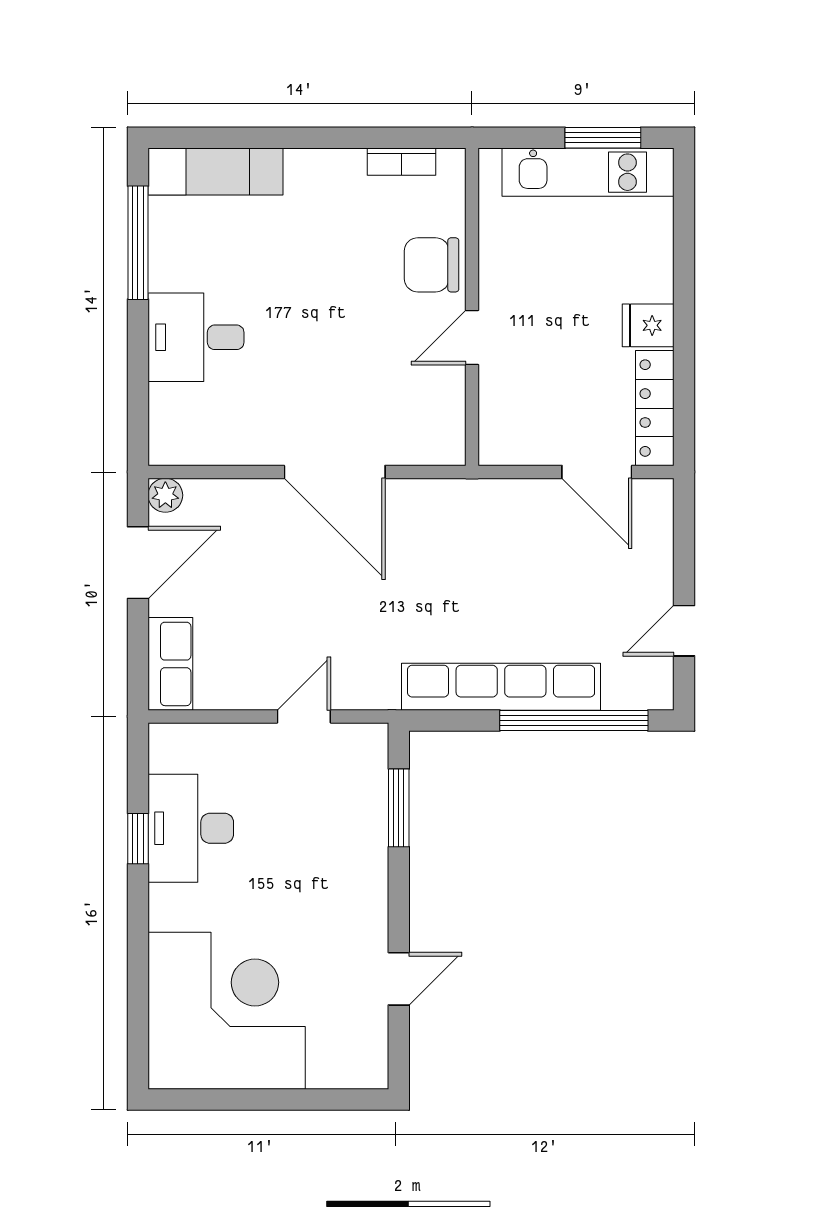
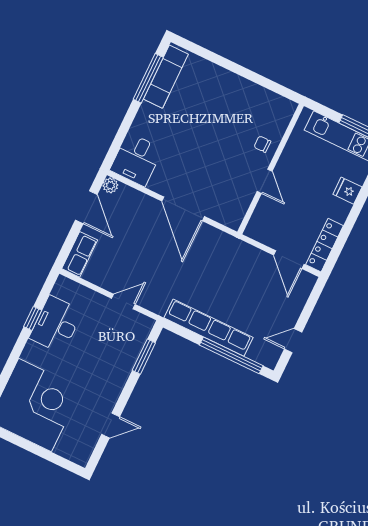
bookcase: (402, 162) -> (270, 97), removed
exam couch: (215, 172) -> (166, 77), moved, turned -90
chair: (432, 265) -> (262, 144), width x0.54, depth x0.54
fridge: (648, 325) -> (347, 191), moved
desk: (196, 337) -> (136, 159), moved, turned -90
door: (472, 338) -> (265, 181), swing flipped
door: (138, 563) -> (86, 207), hinge flipped

